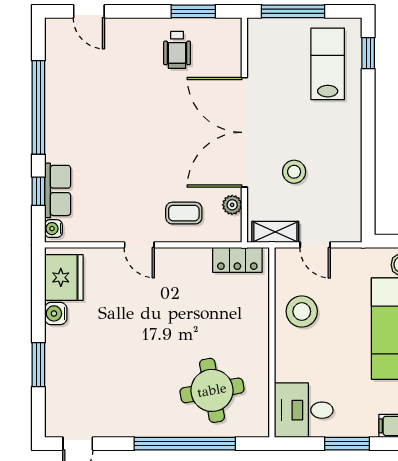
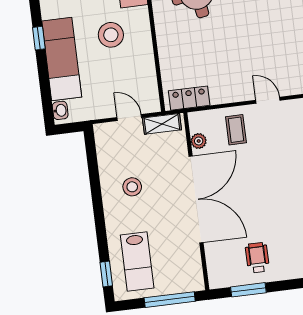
stool: (294, 172) -> (132, 187), moved
coffee table: (184, 213) -> (236, 130), turned 90
stool: (302, 311) -> (111, 35), moved

